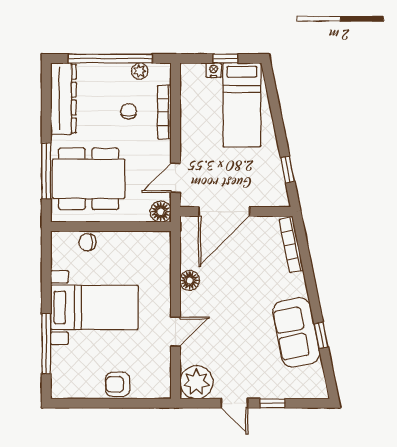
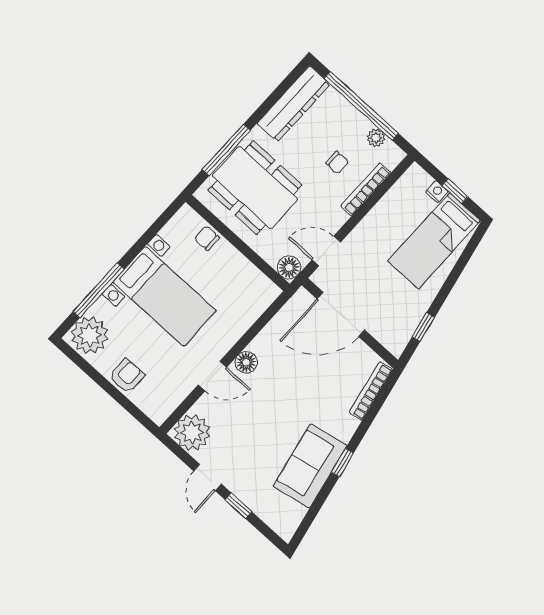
chair: (129, 111) -> (337, 162), turned 90
floor lamp: (190, 280) -> (246, 362), moved
window: (321, 335) -> (342, 463), moved
plant: (68, 380) -> (90, 335), added
armchair: (118, 384) -> (127, 376), turned 90

